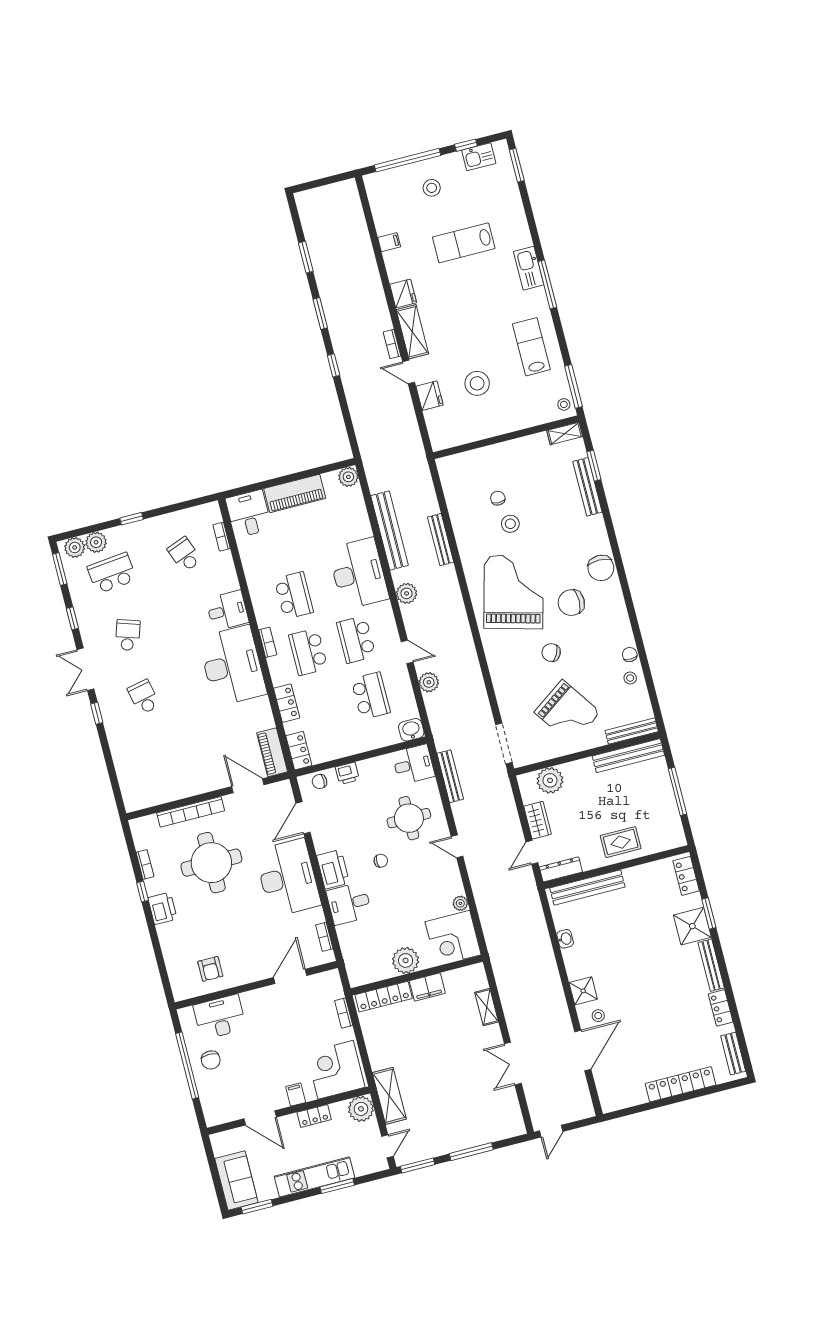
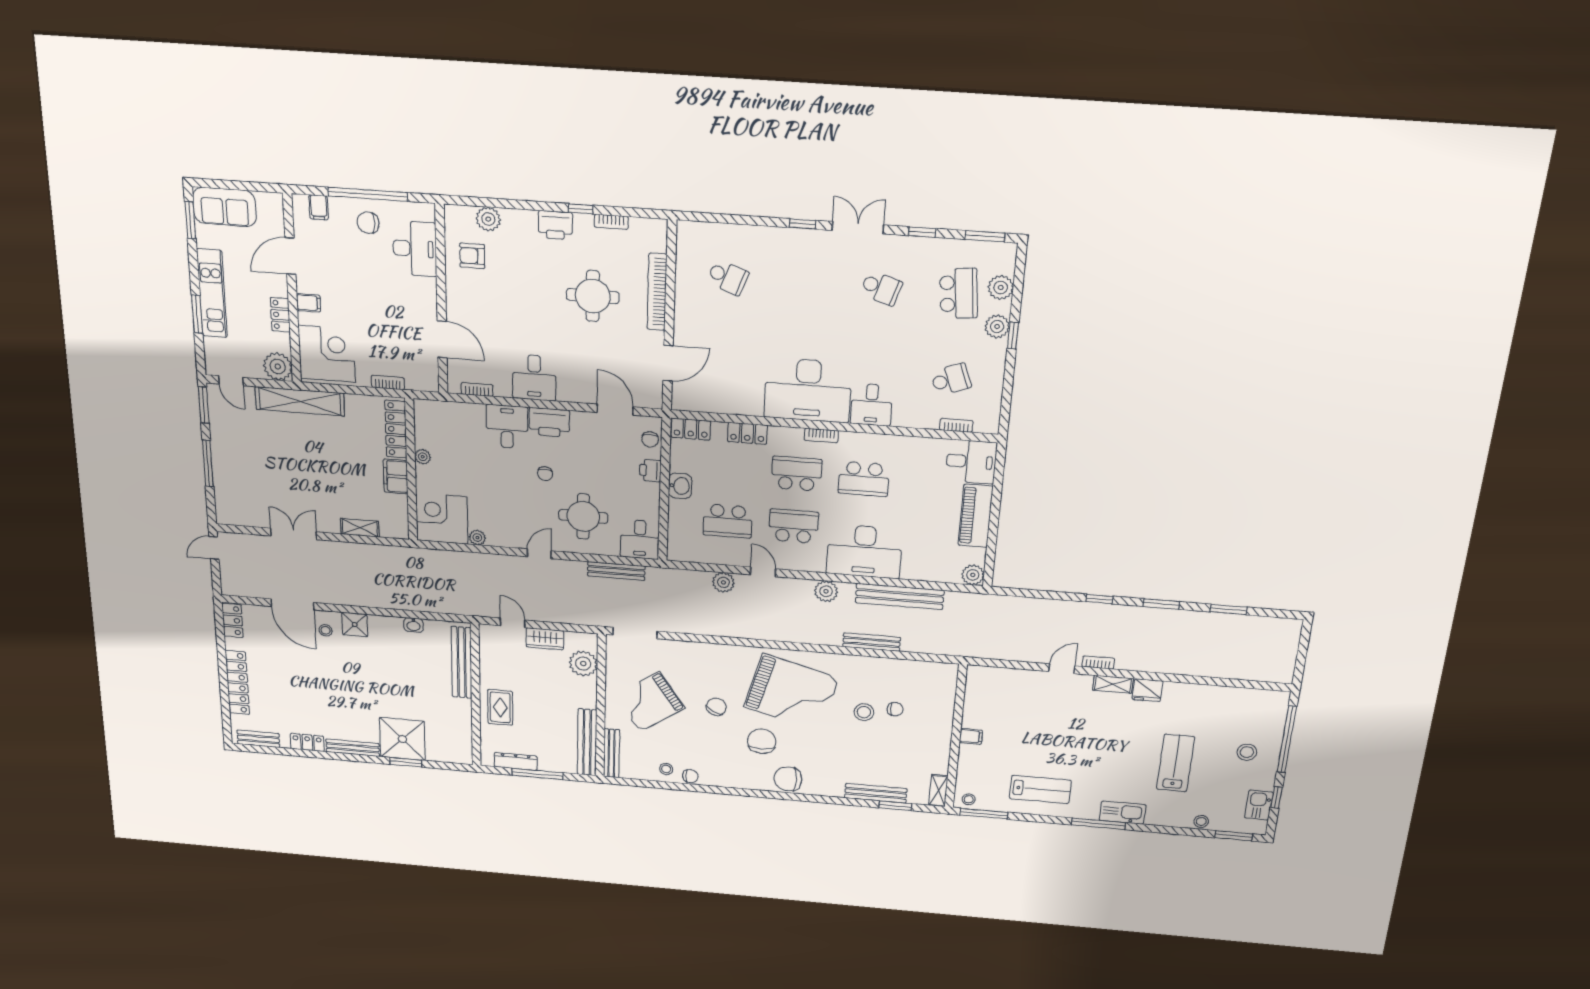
filing cabinet: (389, 242) -> (971, 736), moved, turned -90
shelving: (412, 332) -> (1113, 684), width x0.67, depth x0.75
stool: (477, 383) -> (1201, 821), moved, width x0.53, depth x0.53
fridge: (430, 396) -> (1028, 680), removed
plant: (75, 547) -> (997, 327), moved
door: (407, 652) -> (763, 572), swing flipped
school desk: (144, 697) -> (728, 277), moved, turned 33
washbasin: (411, 730) -> (680, 486), moved
piano: (272, 752) -> (698, 401), removed
chair: (320, 782) -> (650, 439), turned 180
round table: (211, 863) -> (593, 296), width x0.73, depth x0.73
dresser: (561, 869) -> (516, 761), moved, turned -90
locker: (686, 876) -> (233, 620), moved, turned 90
desk: (288, 878) -> (534, 377), width x0.53, depth x0.77
shower: (692, 926) -> (402, 739), width x1.37, depth x1.37
plant: (406, 960) -> (423, 457), width x0.53, depth x0.53
plant: (175, 963) -> (488, 219), added
shelving: (389, 1096) -> (300, 401), width x1.47
filing cabinet: (211, 1103) -> (319, 207), added
door: (551, 1131) -> (214, 548), hinge flipped

